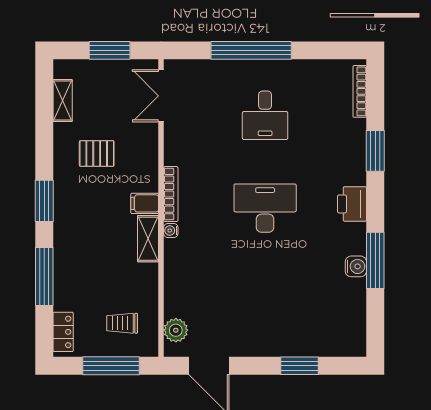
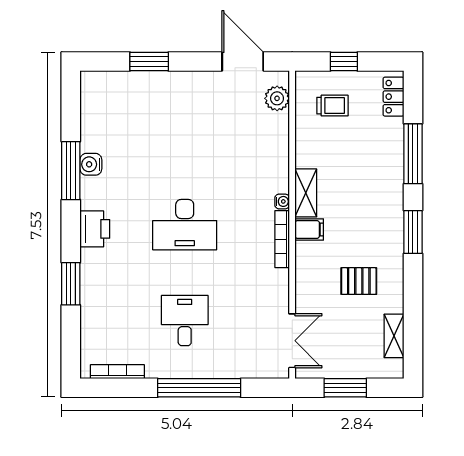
bookcase: (360, 91) -> (117, 372), moved, turned -90
window: (111, 366) -> (344, 62), width x0.46

